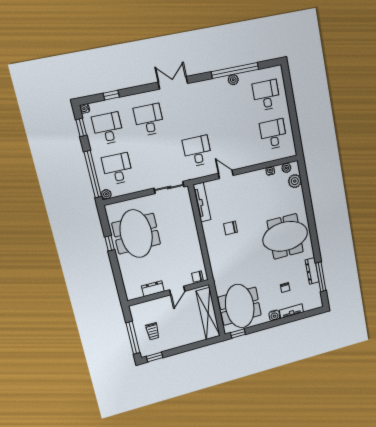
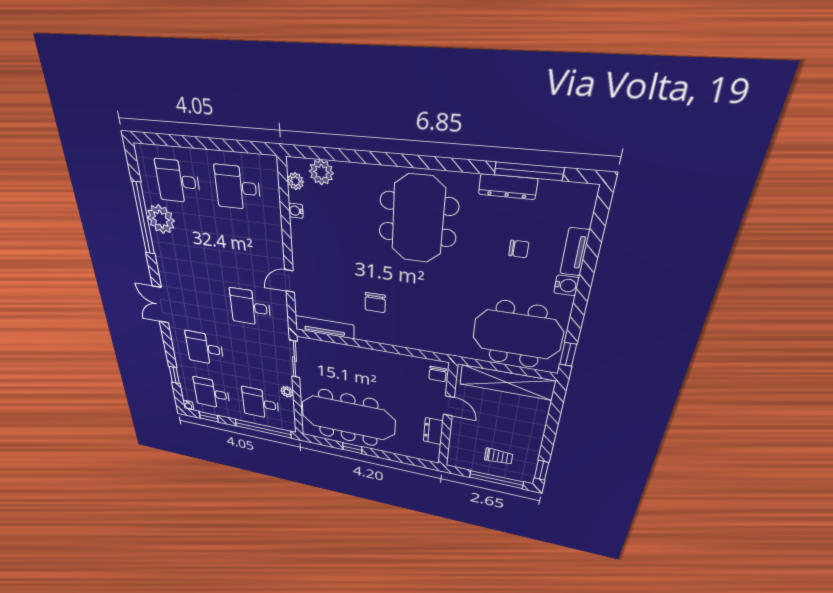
plant: (233, 80) -> (161, 219), width x1.88, depth x1.88
plant: (106, 194) -> (287, 392), moved
meeting table: (136, 234) -> (348, 418), width x1.36

